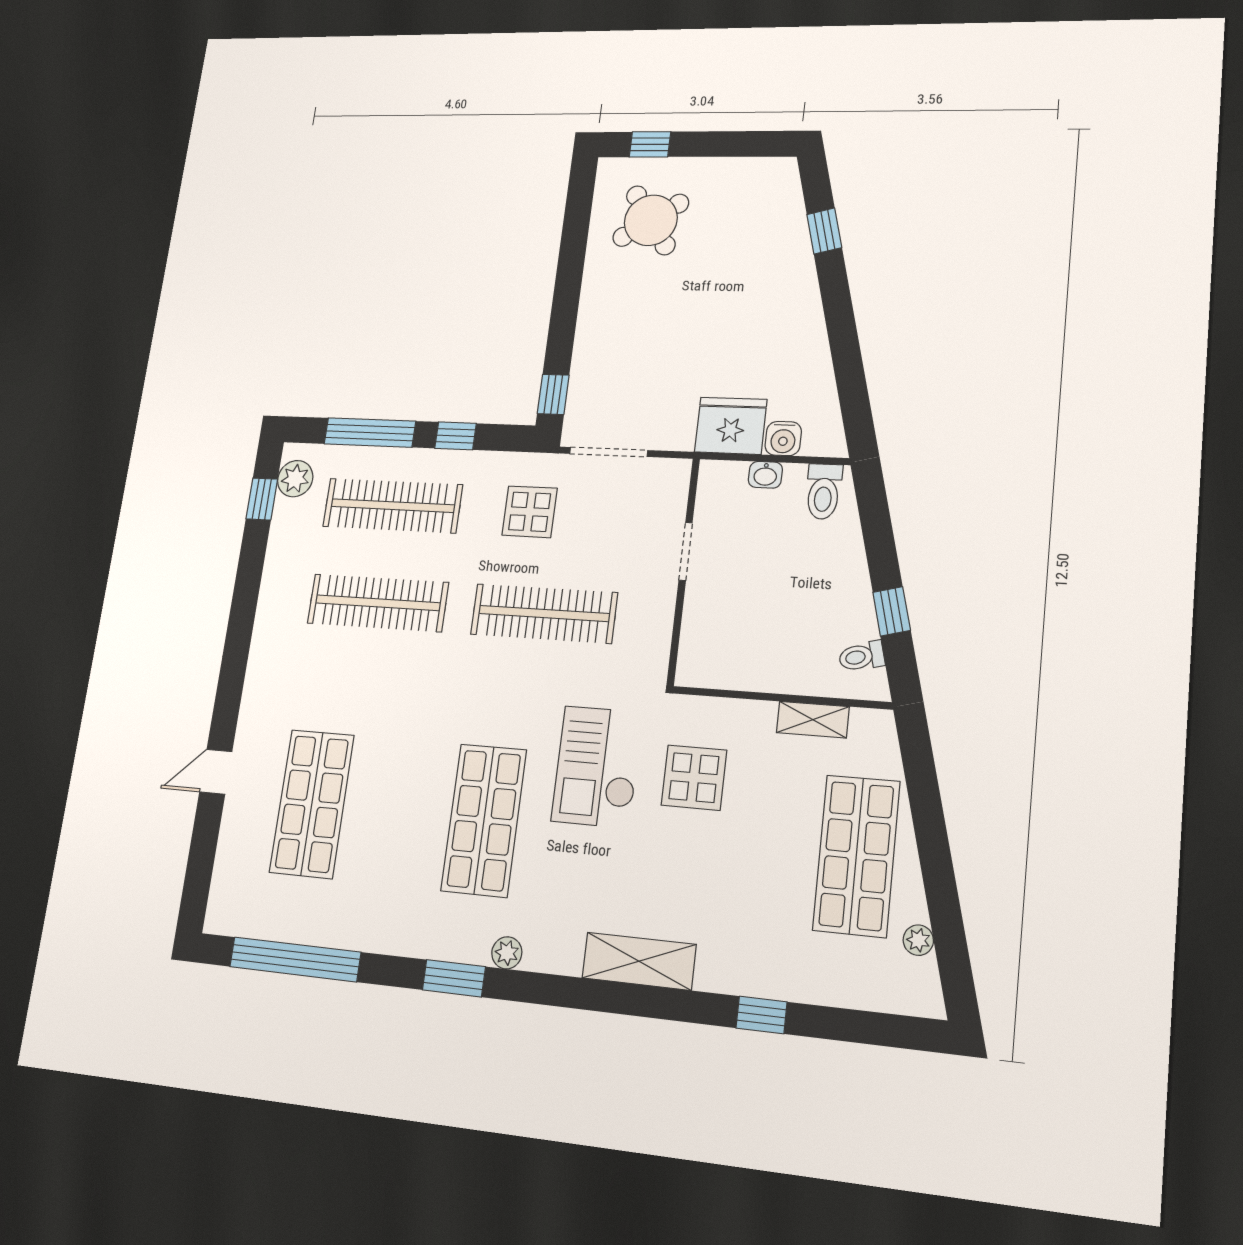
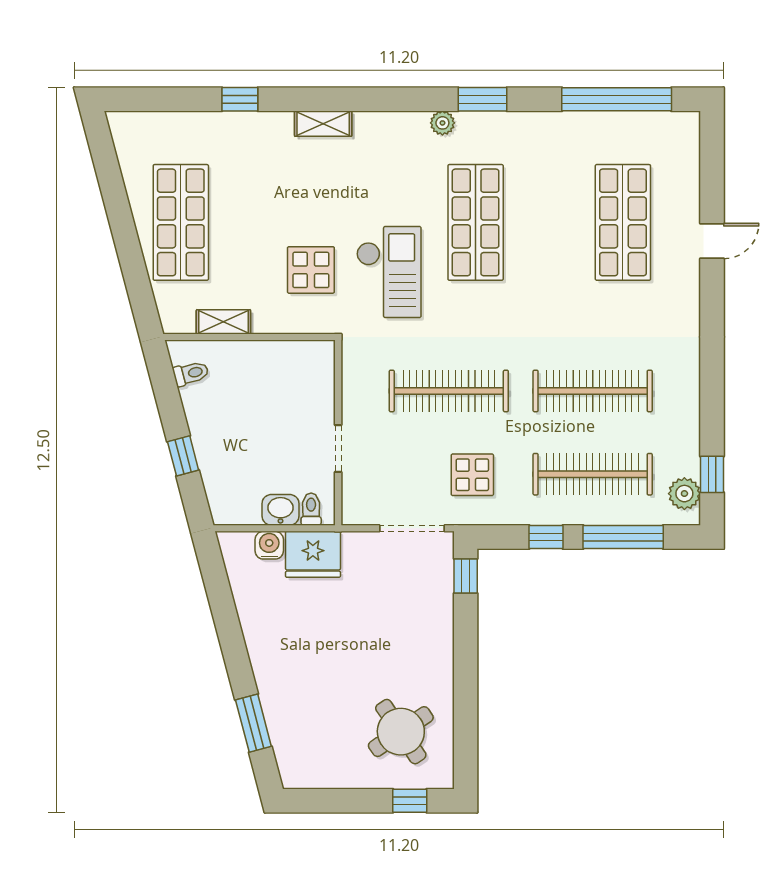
window: (824, 231) -> (253, 723), width x1.50
washbasin: (765, 475) -> (281, 510), width x1.38, depth x1.45
toilet: (824, 492) -> (311, 509), moved, width x0.73, depth x0.72
window: (892, 611) -> (183, 456), moved
plant: (918, 940) -> (130, 165), removed
shelving: (639, 961) -> (323, 124), width x0.67, depth x0.75

